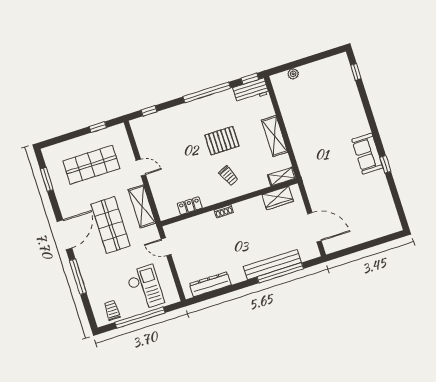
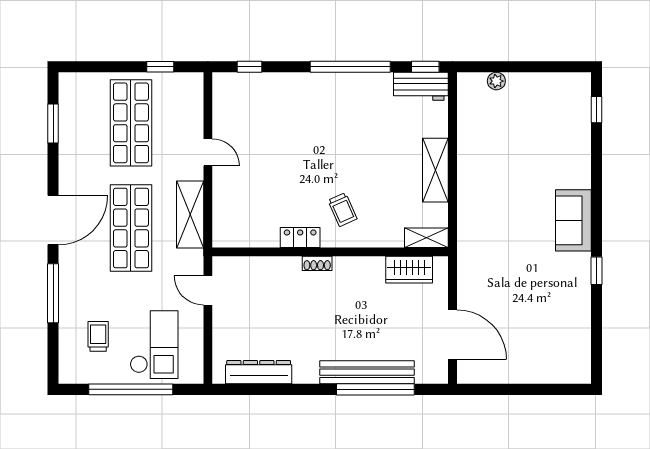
pallet: (222, 141) -> (350, 151), removed
sofa: (367, 154) -> (573, 220), moved
shop shelf: (91, 165) -> (131, 123), turned 90
locker: (190, 206) -> (300, 237), moved
trolley: (112, 310) -> (98, 336), moved

